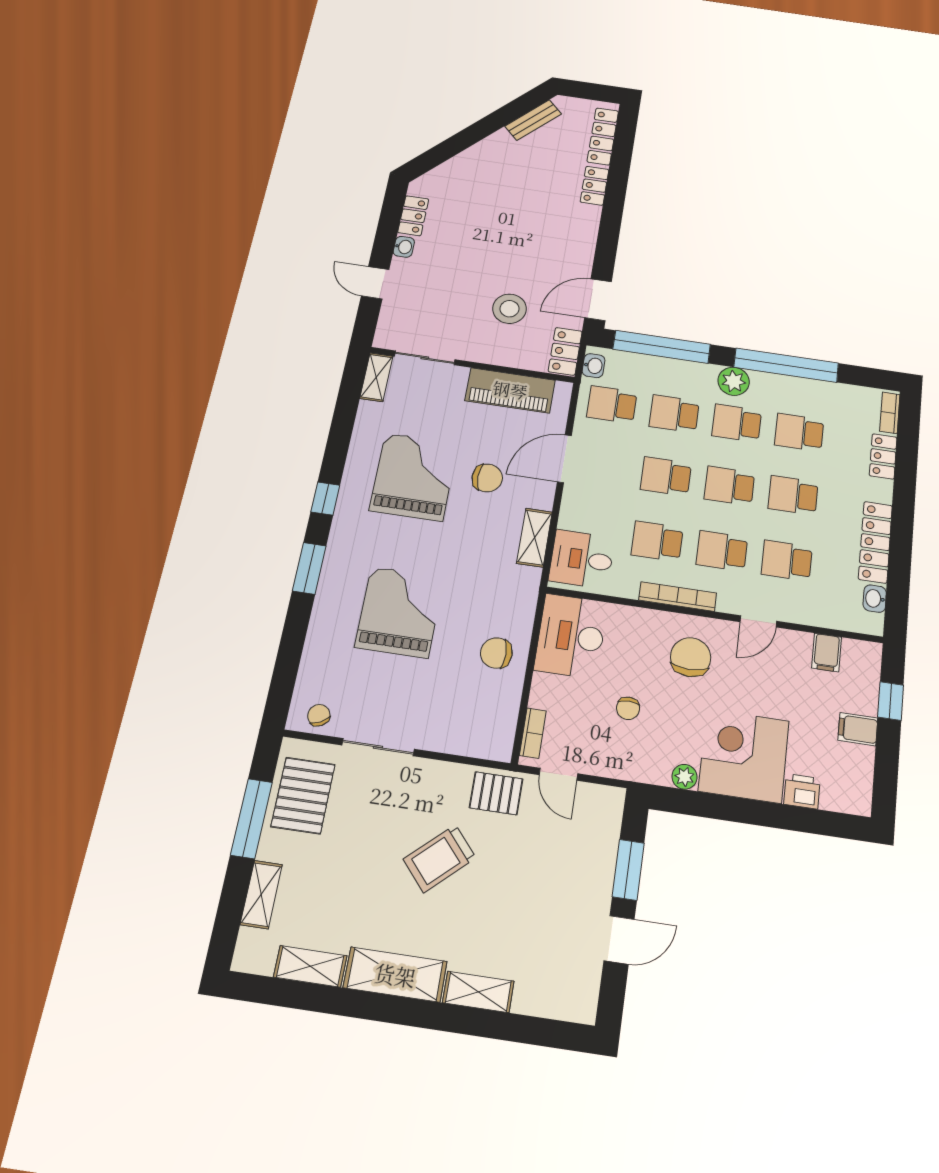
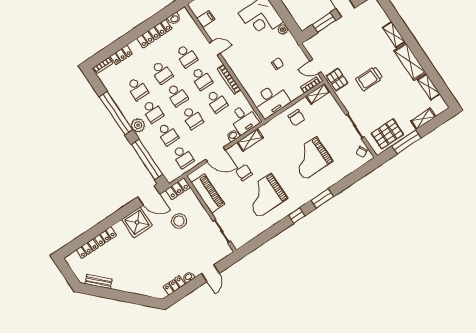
locker: (603, 136) -> (87, 249), width x0.66
shower: (571, 247) -> (137, 222), added
washbasin: (594, 366) -> (233, 136), moved
shelving: (376, 377) -> (318, 94), moved
chair: (691, 657) -> (245, 59), removed
door: (558, 774) -> (315, 67), swing flipped
trolley: (440, 858) -> (369, 79), turned 132

